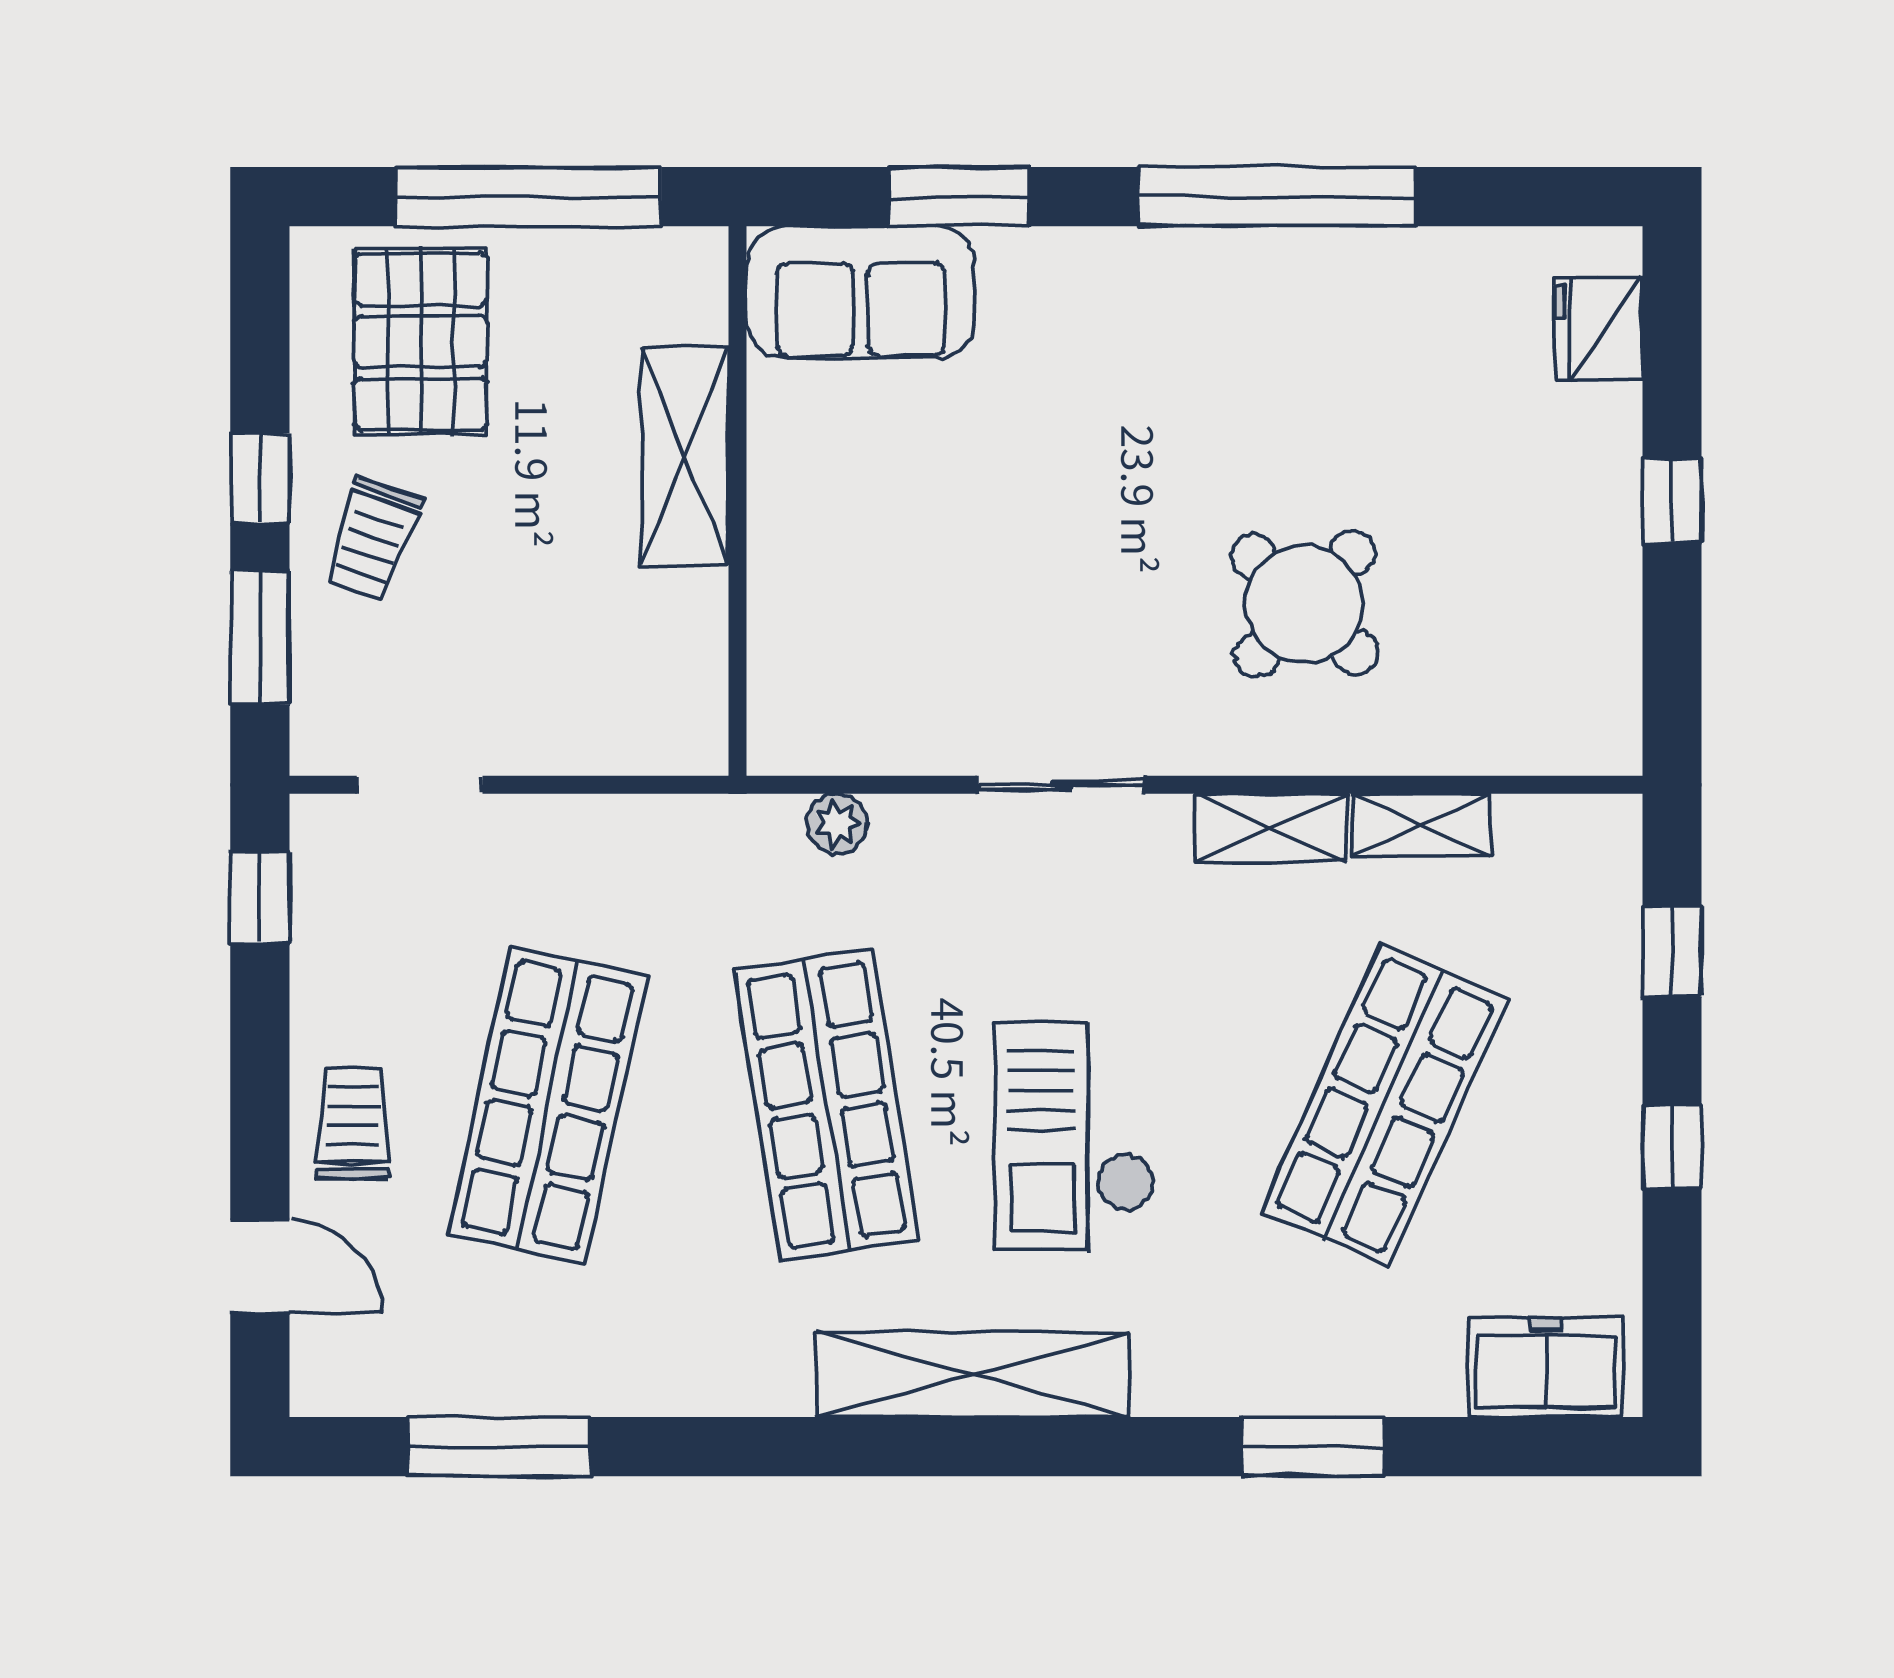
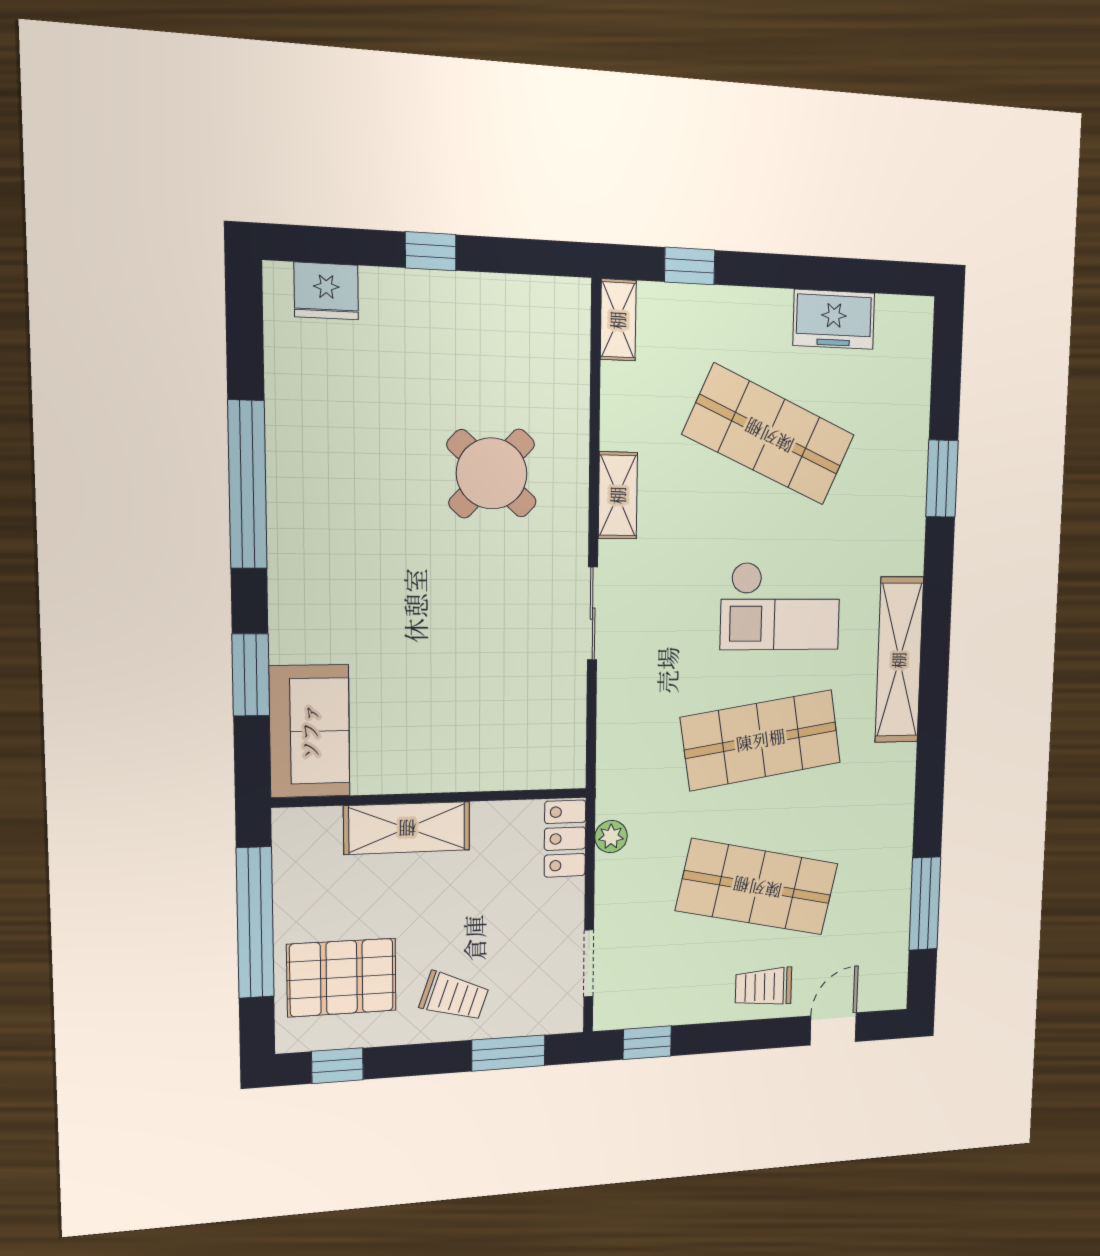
window: (260, 478) -> (337, 1066), moved
locker: (655, 739) -> (565, 839), added
plant: (837, 824) -> (611, 837), moved
shelving: (1421, 825) -> (618, 320), moved
window: (1672, 1147) -> (795, 272), removed
freezer: (1546, 1367) -> (834, 319), moved, turned -90

